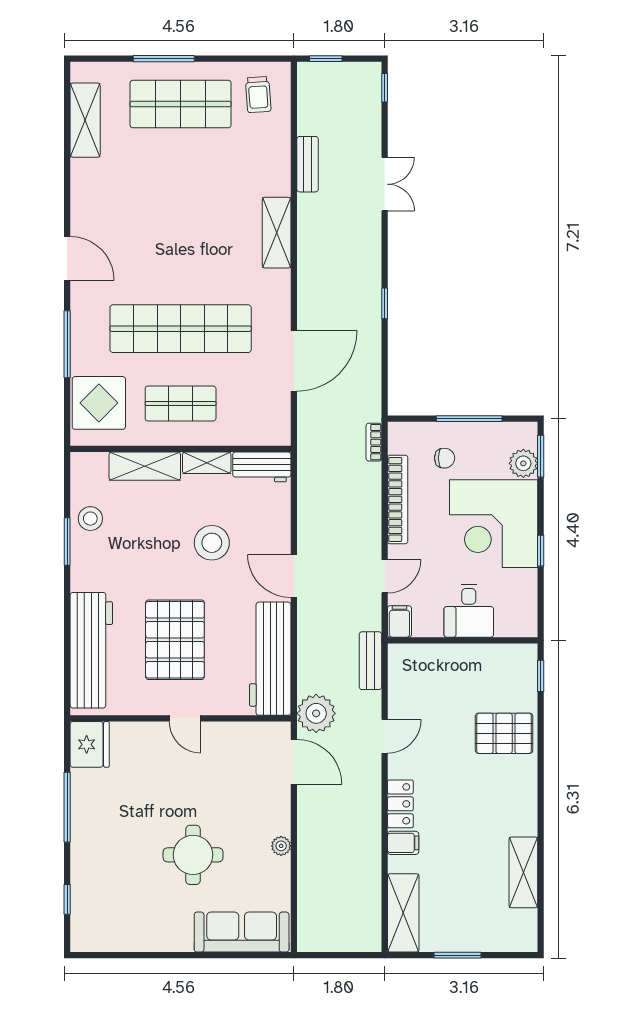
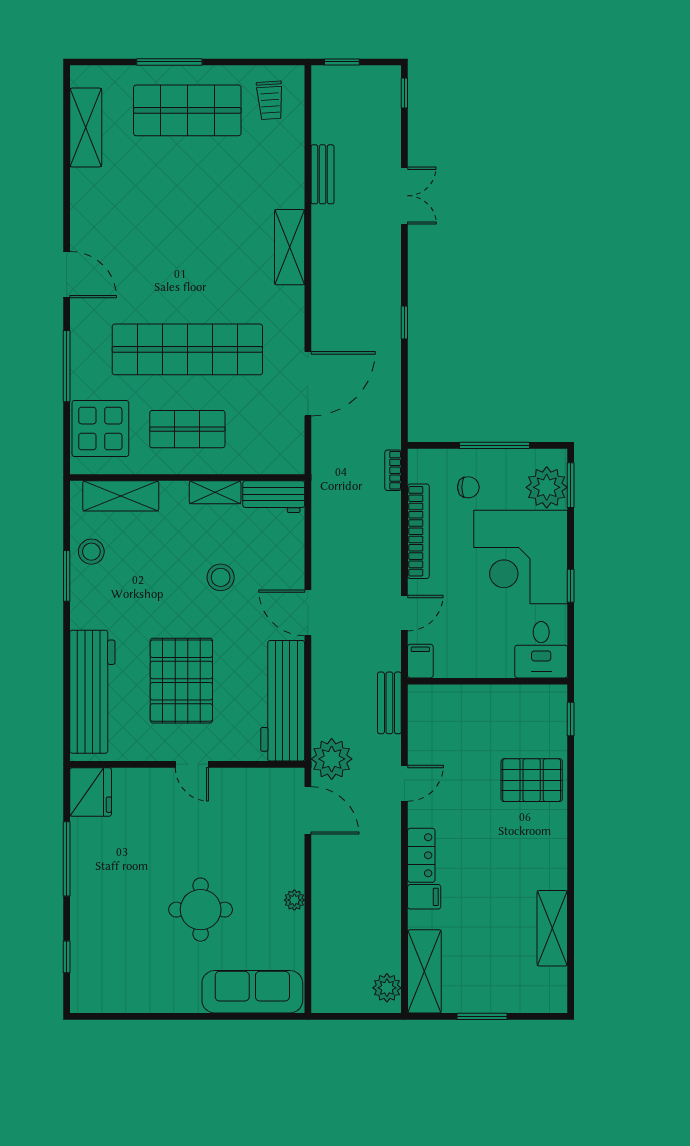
plant: (523, 463) -> (547, 487), width x1.36, depth x1.36
shelving: (145, 466) -> (121, 496), moved
stool: (212, 543) -> (221, 577), width x0.73, depth x0.73
desk: (469, 611) -> (541, 650), moved
plant: (368, 928) -> (387, 988), added

